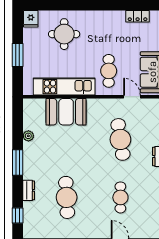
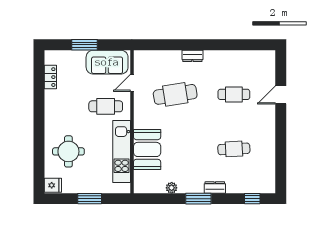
dresser: (29, 190) -> (215, 187), moved
cafe table: (67, 197) -> (234, 149), width x0.73, depth x0.74

